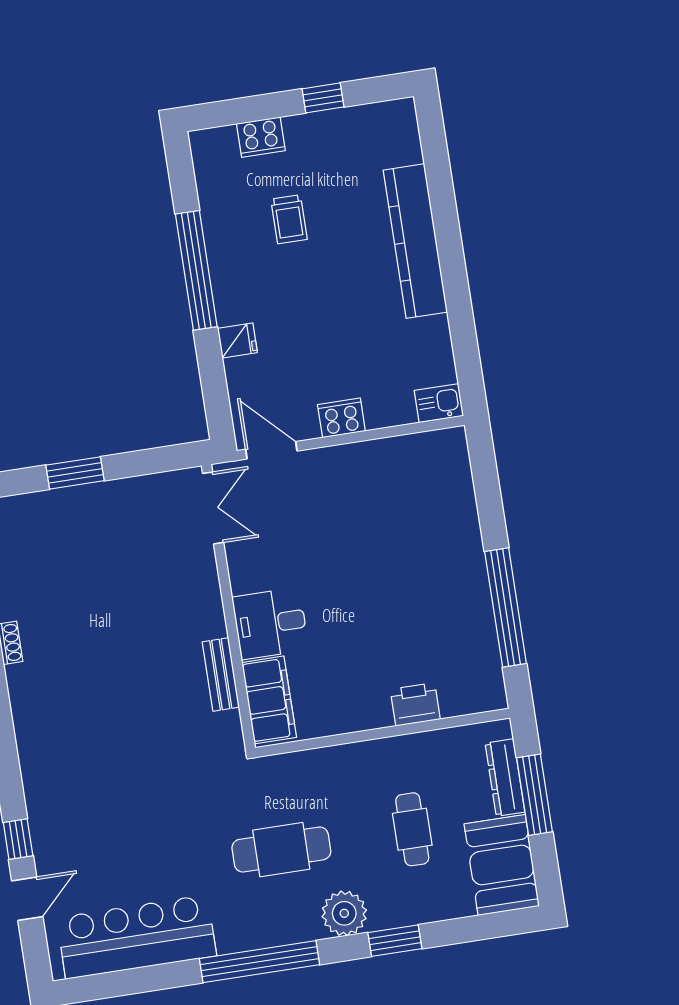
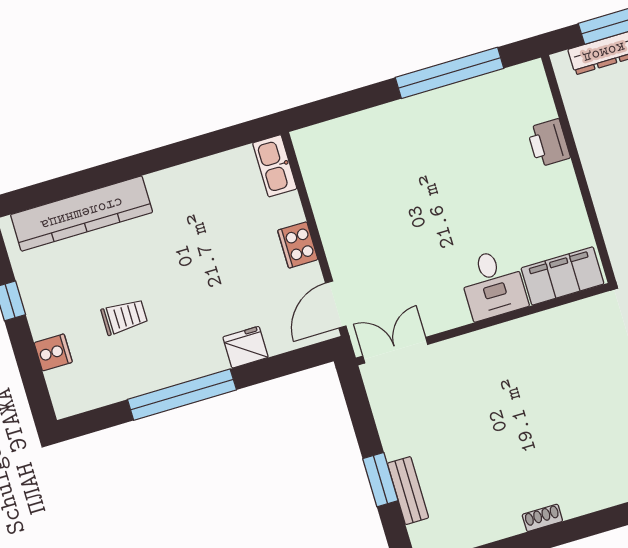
cooker: (261, 137) -> (53, 352), width x0.73
kitchen counter: (415, 241) -> (82, 214), moved
fridge: (237, 340) -> (245, 347), width x1.38
kitchen sink: (439, 403) -> (275, 166), width x1.38
bench: (221, 675) -> (408, 491), moved, turned 90

